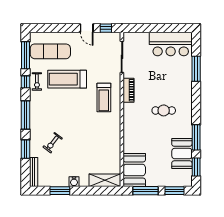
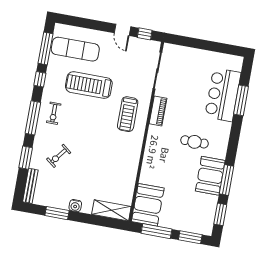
bar counter: (171, 44) -> (223, 95), moved, turned 90
exercise bike: (37, 81) -> (54, 113), moved
booth: (182, 154) -> (210, 176), moved

